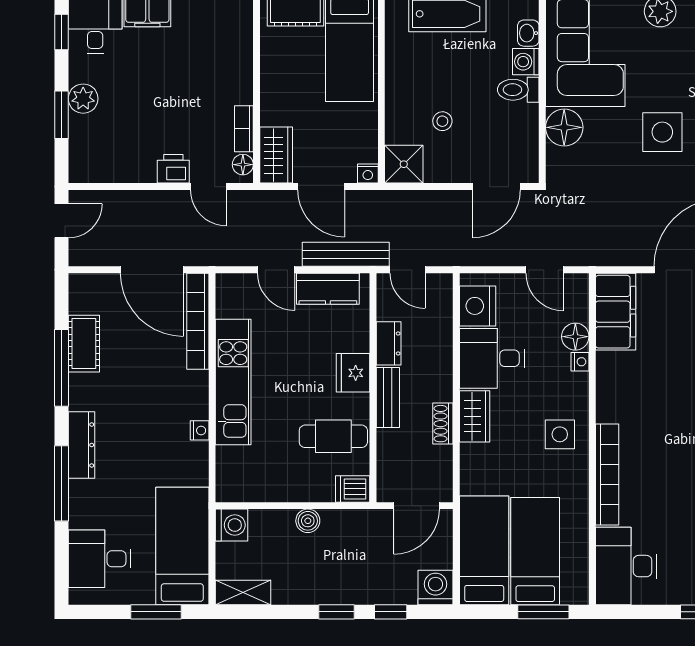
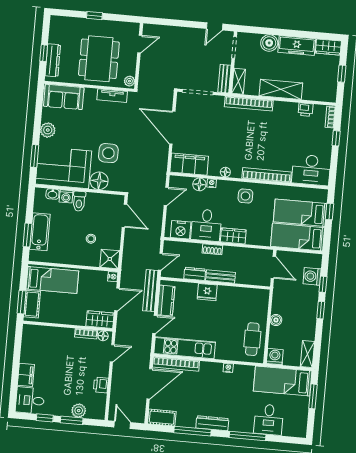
window: (61, 32) -> (45, 418), moved
plant: (83, 99) -> (79, 411), moved
side table: (662, 132) -> (108, 153), moved
printer: (173, 169) -> (101, 385), moved
cot: (84, 344) -> (162, 418), moved
kitchen unit: (233, 382) -> (185, 348), moved
floor lamp: (606, 388) -> (225, 172), added
shoe rack: (443, 424) -> (212, 249), moved
cafe table: (333, 436) -> (252, 339), moved
dresser: (81, 445) -> (212, 423), moved
dishwasher: (353, 489) -> (263, 297), removed
desk: (100, 559) -> (269, 420), moved
washing machine: (436, 588) -> (312, 276), moved
window: (543, 612) -> (329, 211), width x0.67

